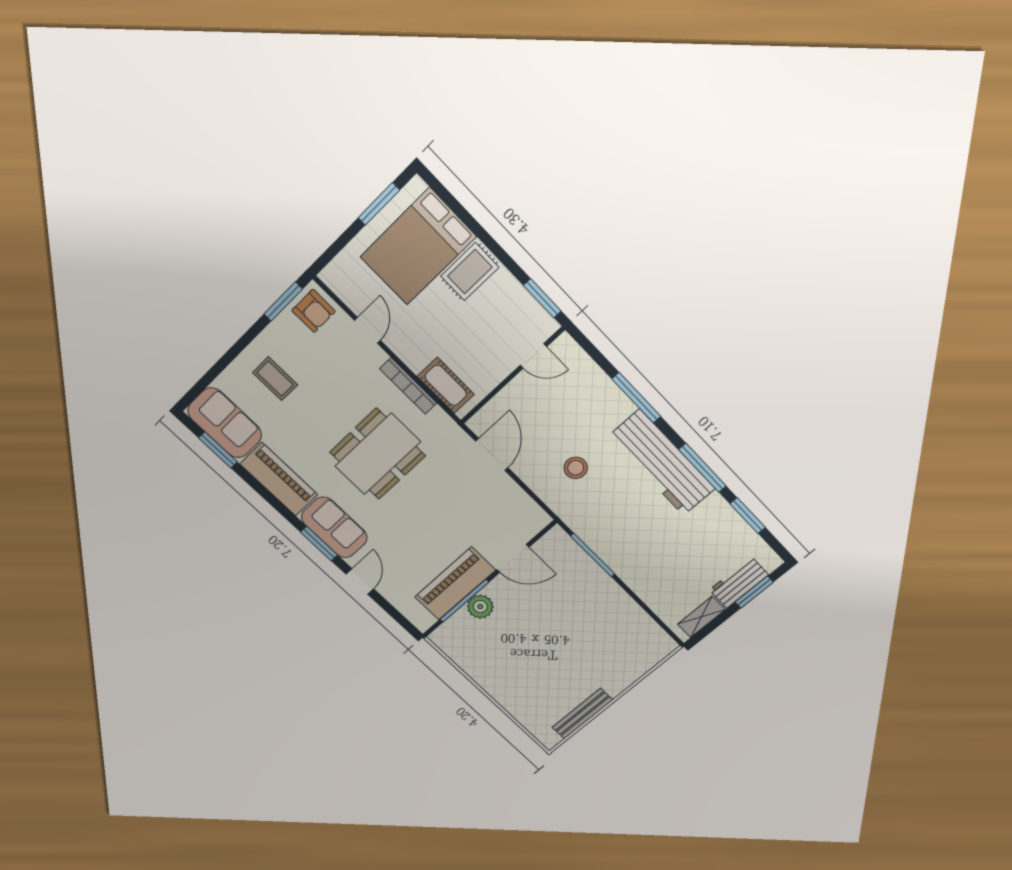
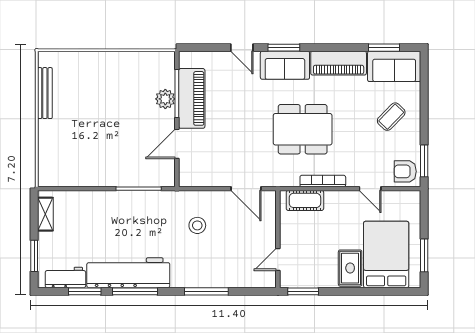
coffee table: (275, 379) -> (391, 117), turned -46
dining table: (378, 454) -> (303, 129), turned 90
workbench: (662, 463) -> (128, 273), moved
workbench: (739, 582) -> (65, 277), moved, turned -90

